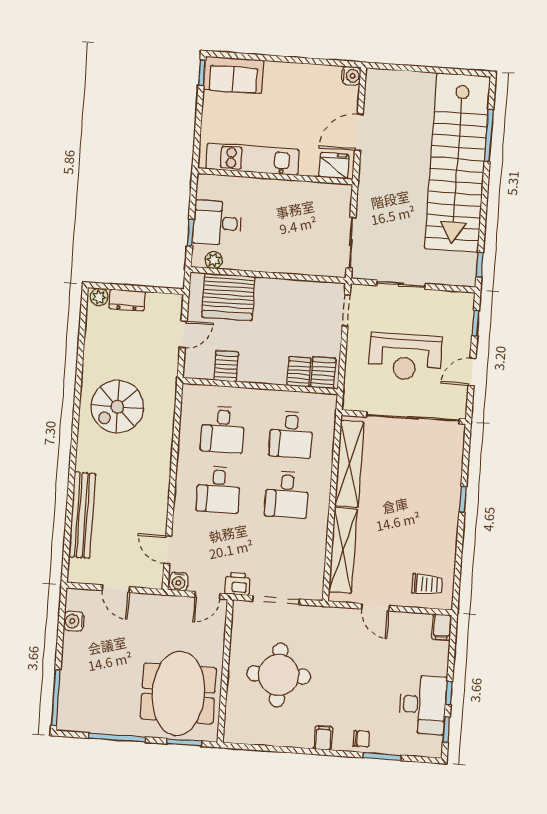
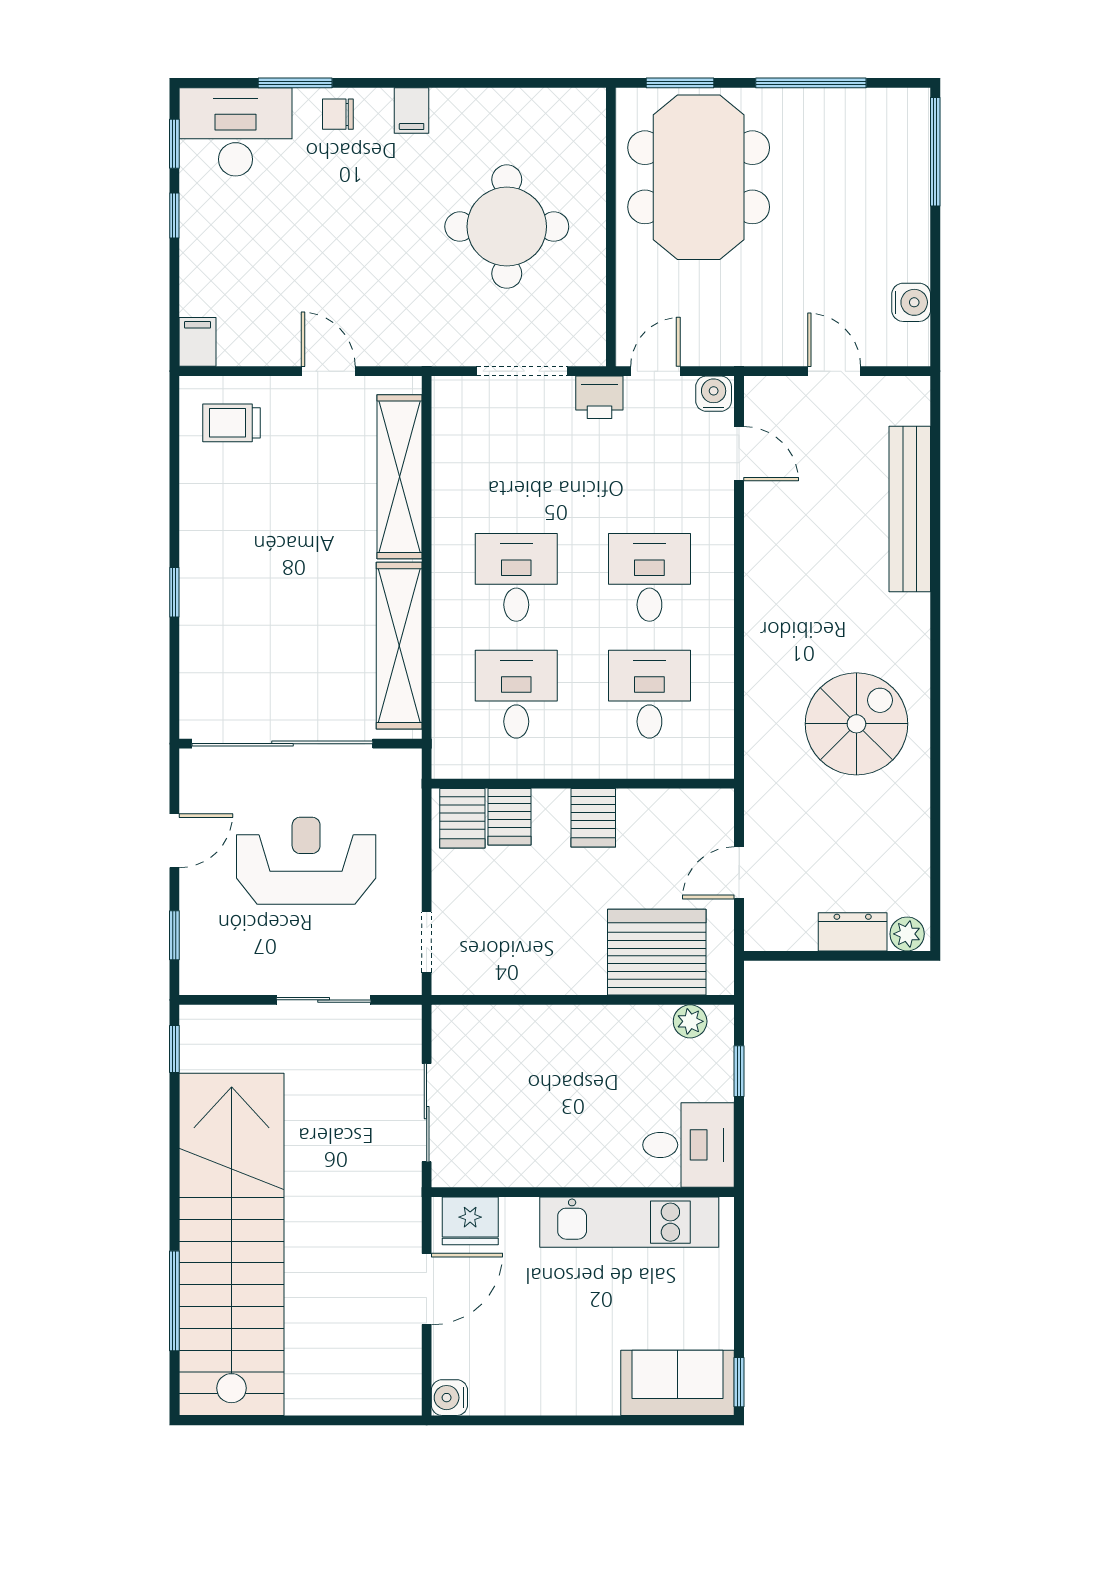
desk: (217, 223) -> (689, 1145), moved
sliding door: (351, 243) -> (427, 1113), moved
server rack: (226, 366) -> (593, 818), moved
desk: (423, 705) -> (236, 132), moved, turned 90

